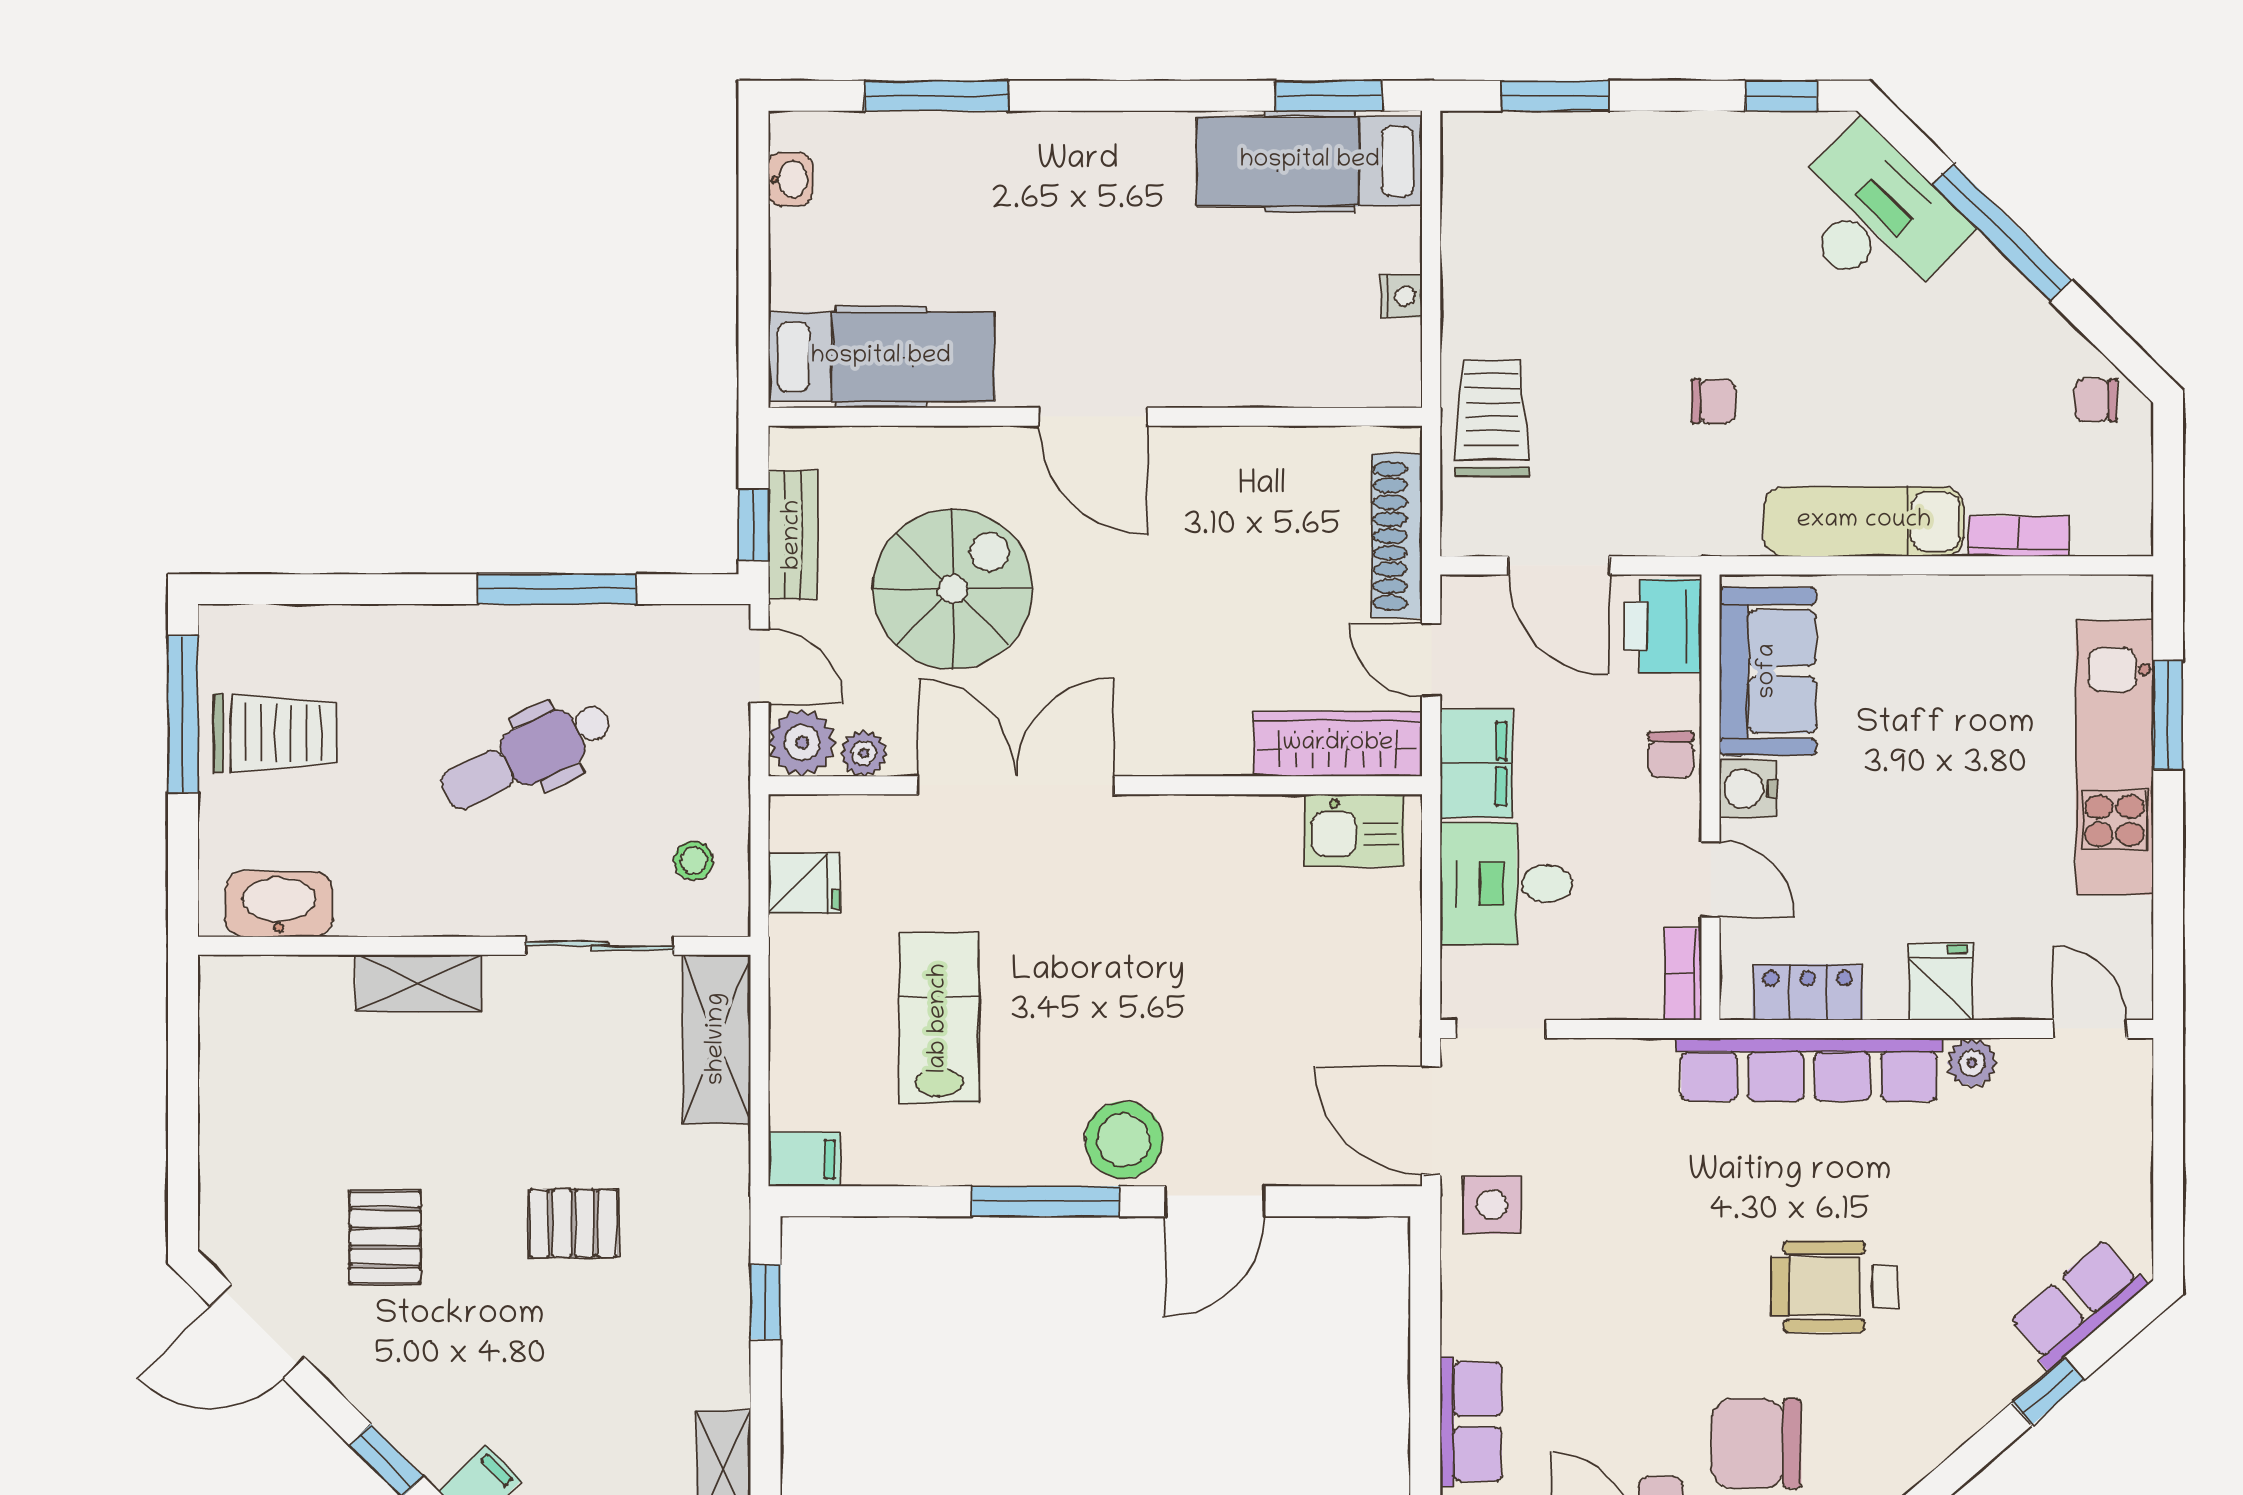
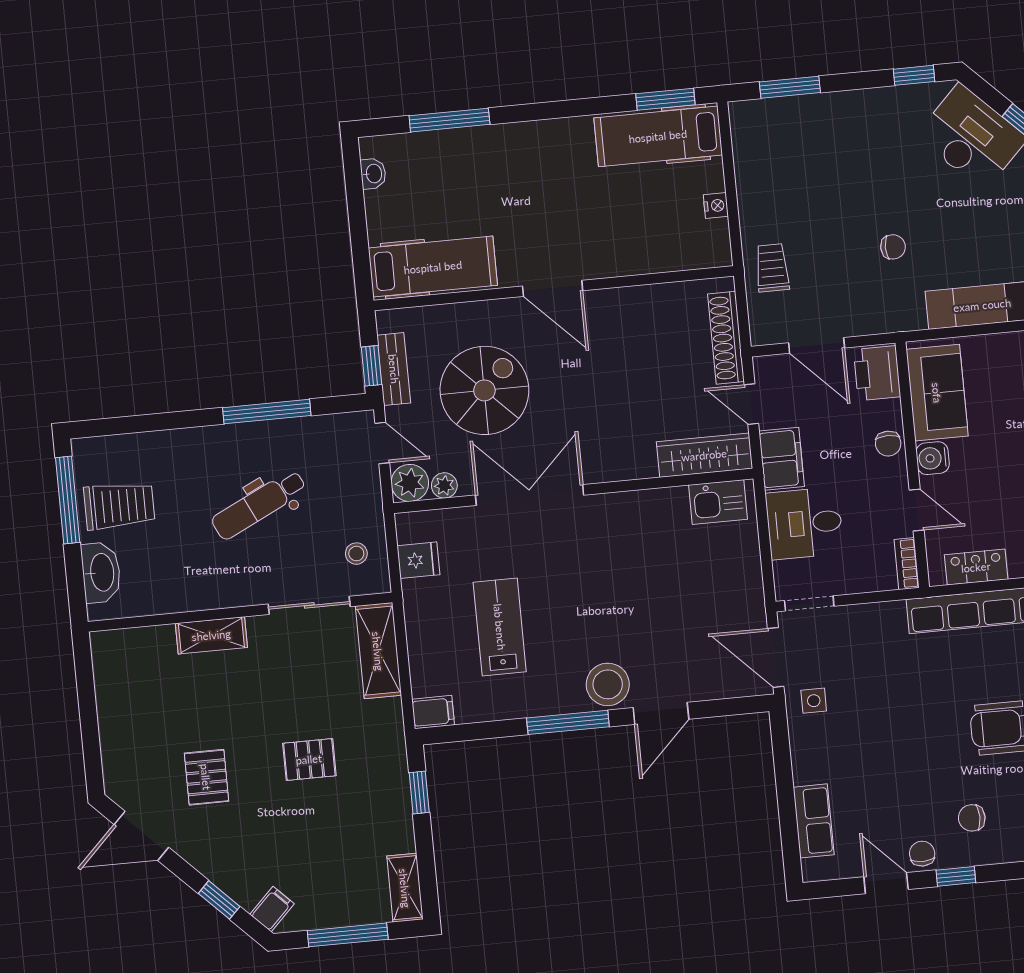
trolley: (1492, 418) -> (772, 268), width x0.73, depth x0.72
washbasin: (279, 904) -> (101, 572), moved, turned 90
side table: (1492, 1205) -> (814, 701), width x0.73, depth x0.73
chair: (1756, 1443) -> (972, 818), width x0.54, depth x0.54

